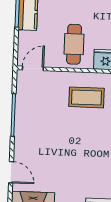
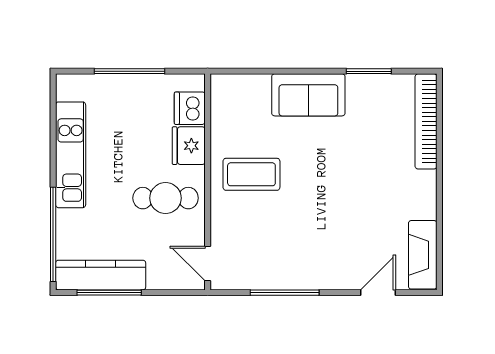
coffee table: (87, 97) -> (251, 174), turned 90

